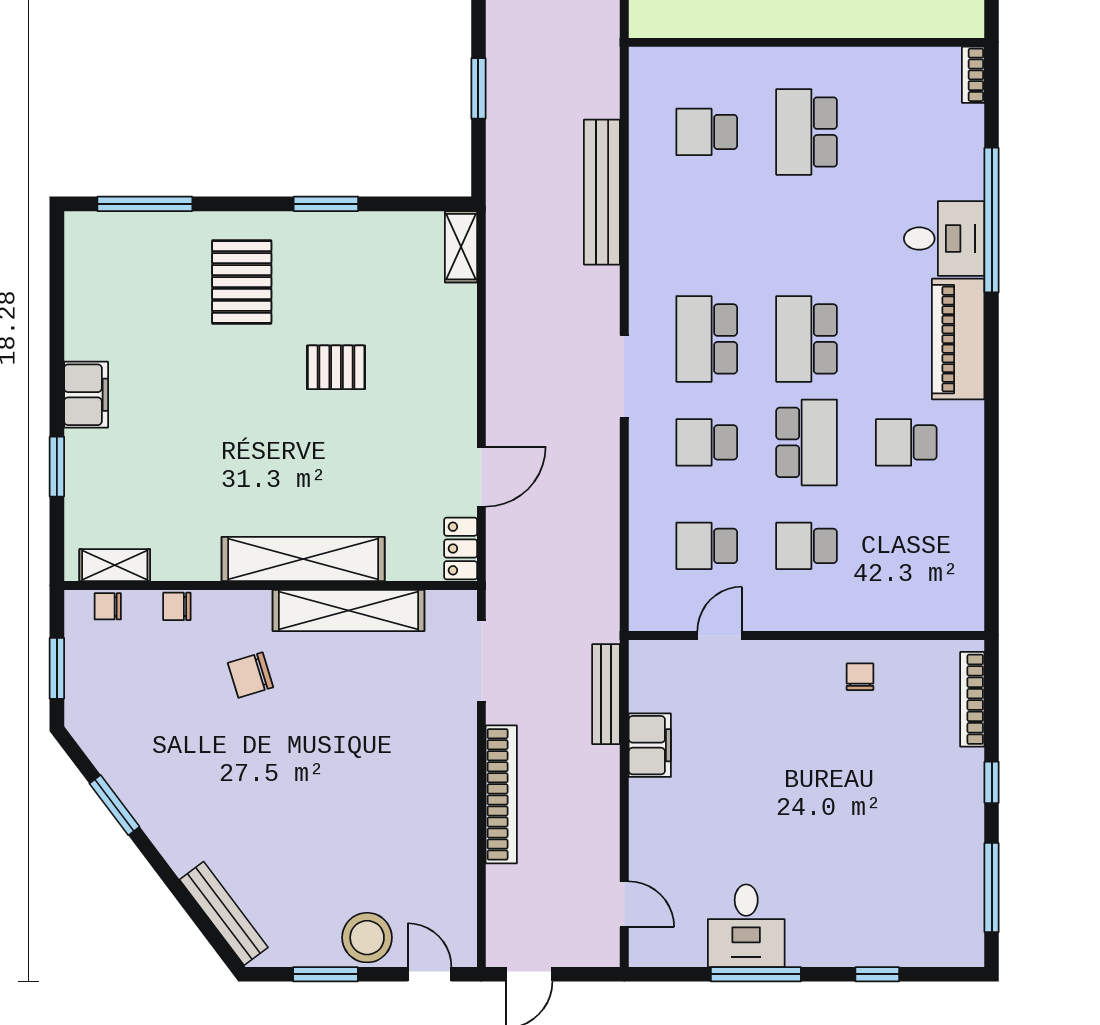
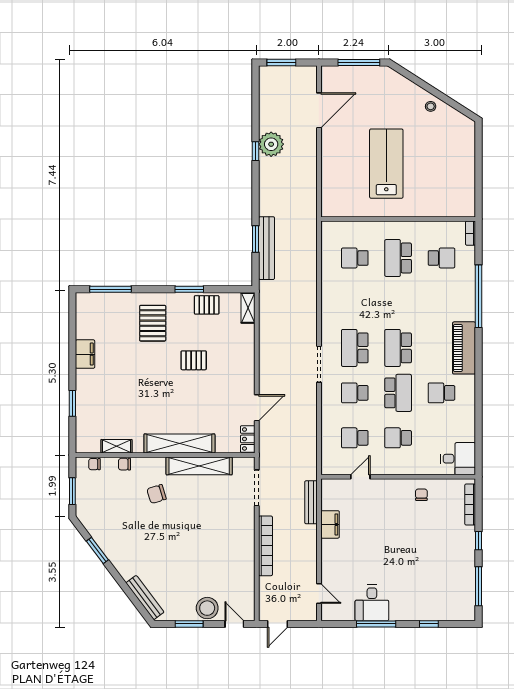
school desk: (906, 132) -> (441, 258), added
bench: (602, 192) -> (267, 248), moved
desk: (944, 239) -> (458, 459), moved
pallet: (366, 240) -> (207, 305), added
filing cabinet: (86, 395) -> (85, 354), moved
shelving: (115, 565) -> (116, 446), moved

